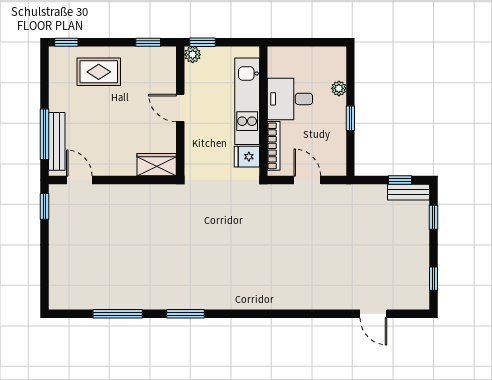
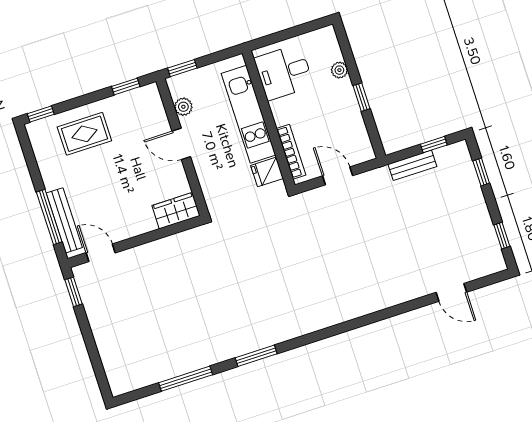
plant: (193, 55) -> (183, 107), moved
desk: (290, 99) -> (284, 72), moved
bench: (409, 192) -> (412, 165), moved

